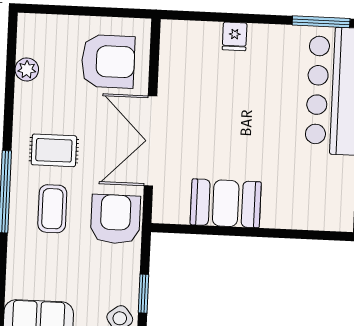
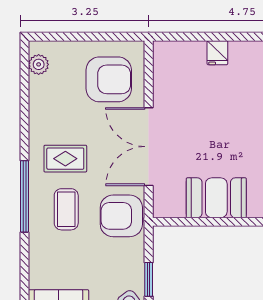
plant: (27, 69) -> (39, 64), moved
armchair: (115, 219) -> (121, 216), turned -90

